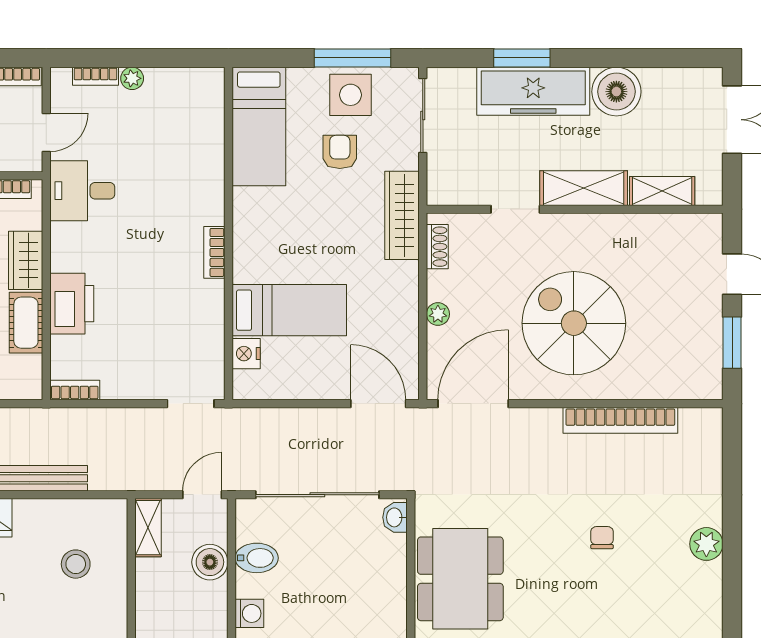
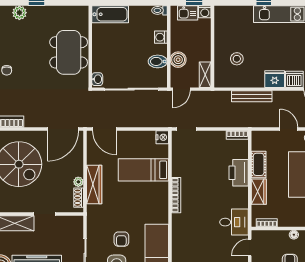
wardrobe: (402, 215) -> (94, 184), moved
bookcase: (214, 252) -> (176, 195), width x1.56
plant: (438, 314) -> (78, 182), moved
nightstand: (246, 354) -> (162, 137), moved

